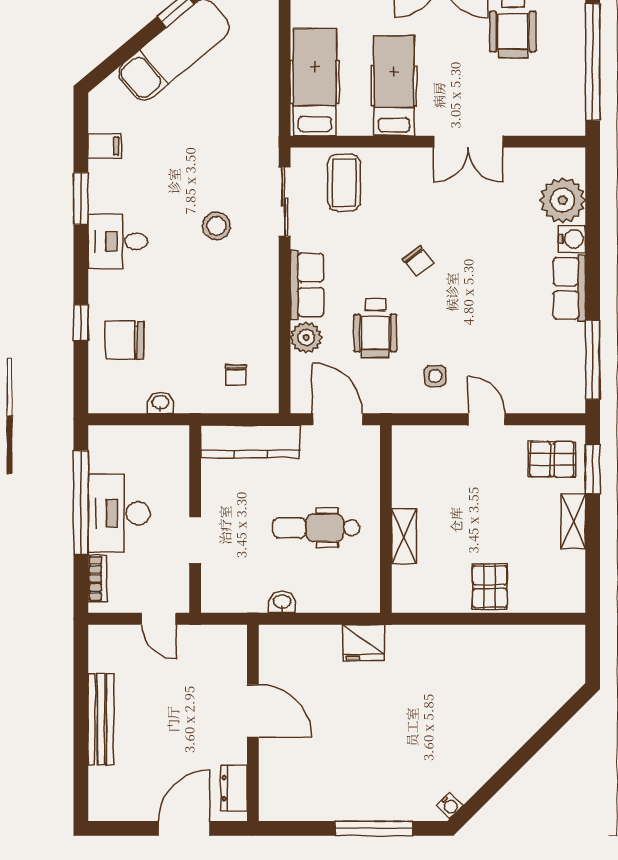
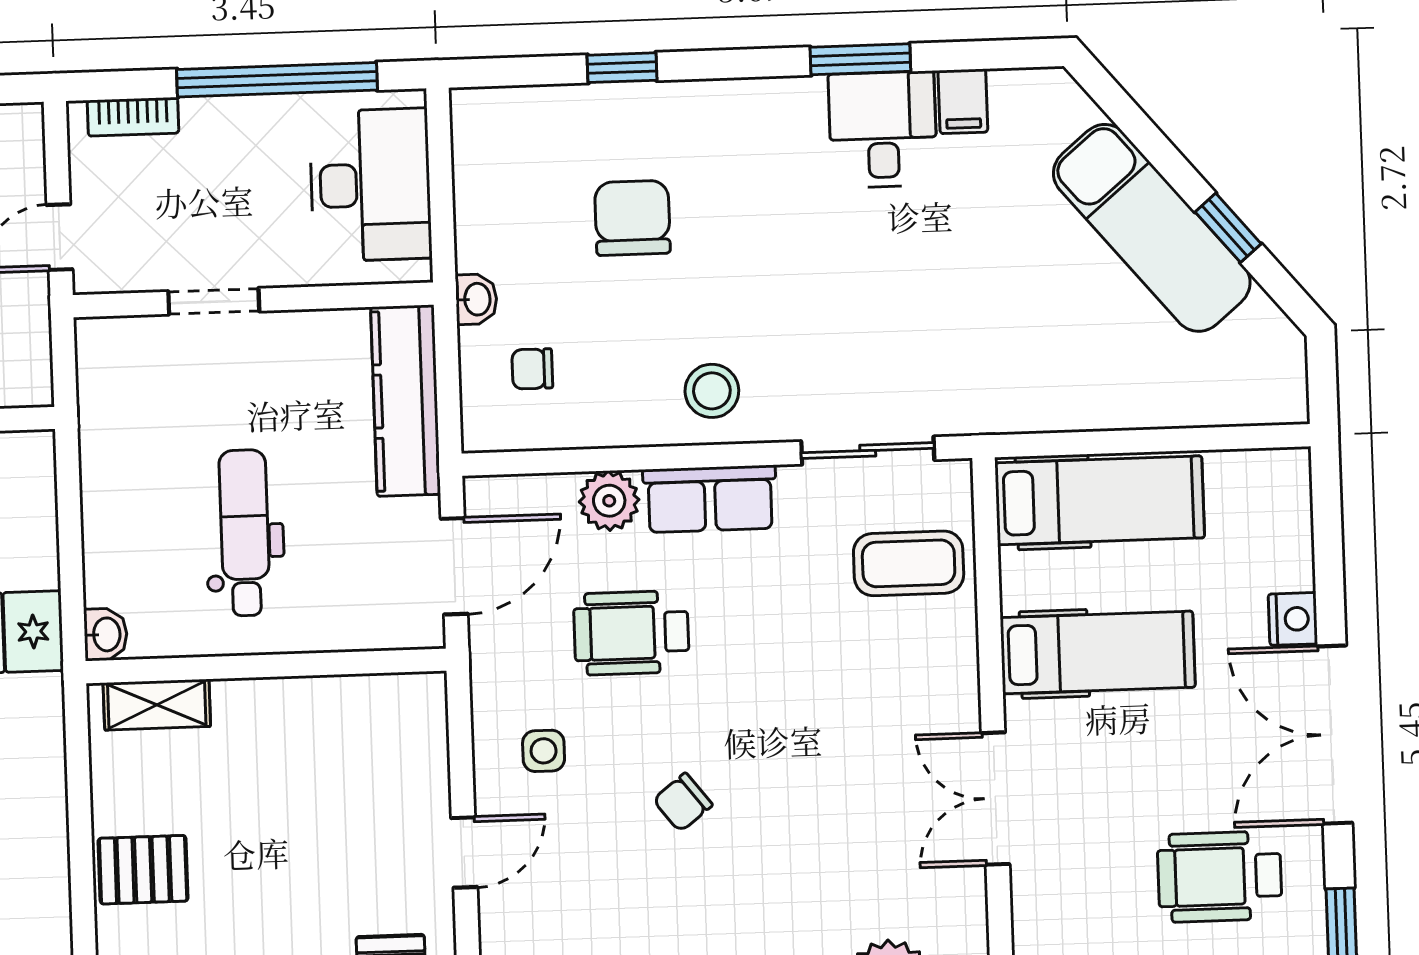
stool: (216, 226) -> (712, 391), moved
desk: (118, 241) -> (883, 129), moved
chair: (418, 261) -> (683, 802), moved
chair: (125, 340) -> (632, 218), moved
washbasin: (160, 403) -> (476, 299), moved
desk: (119, 513) -> (371, 185), moved, turned 90
shelving: (404, 536) -> (157, 705), moved
washbasin: (282, 602) -> (106, 634), moved

